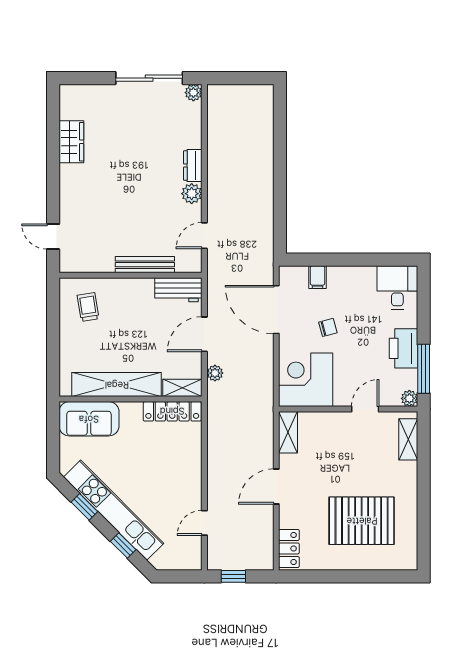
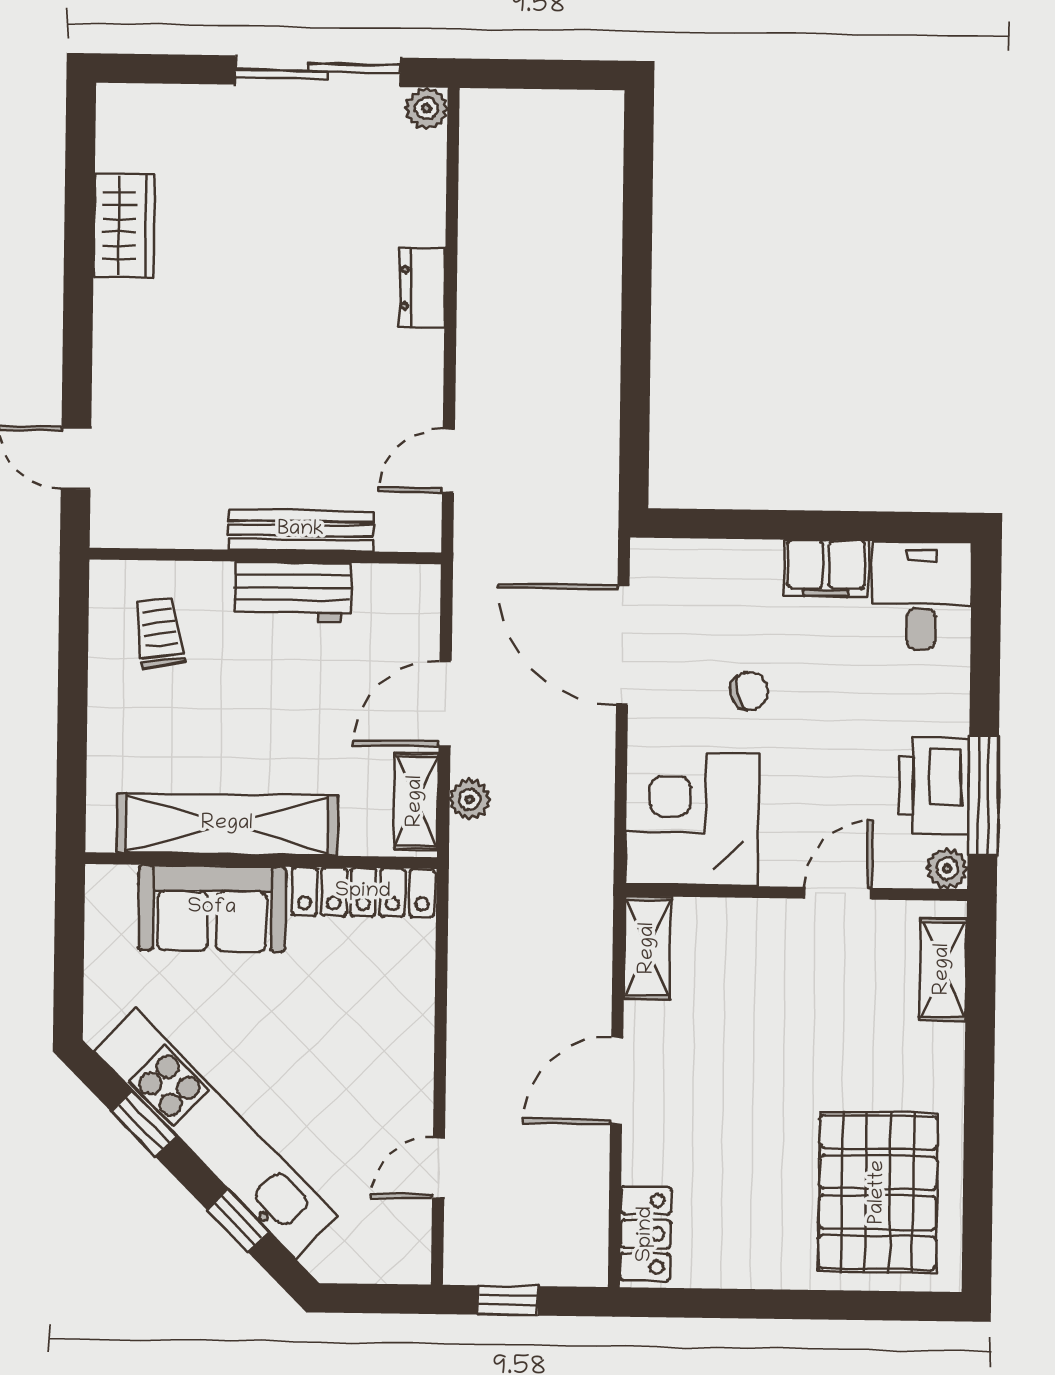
plant: (192, 194) -> (419, 357), removed
filing cabinet: (317, 277) -> (826, 568), moved, width x2.00
workbench: (178, 290) -> (293, 592), moved
printer: (403, 348) -> (934, 786), moved
shelving: (182, 388) -> (416, 801), moved, turned 90
sofa: (89, 419) -> (212, 908), moved
pallet: (362, 521) -> (878, 1192), moved, turned 90

